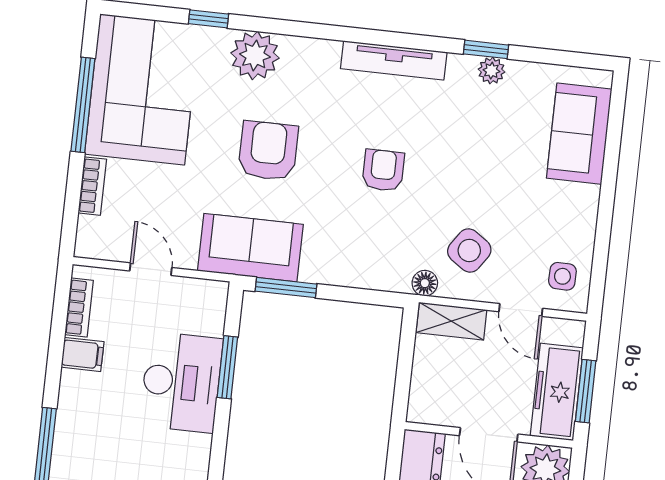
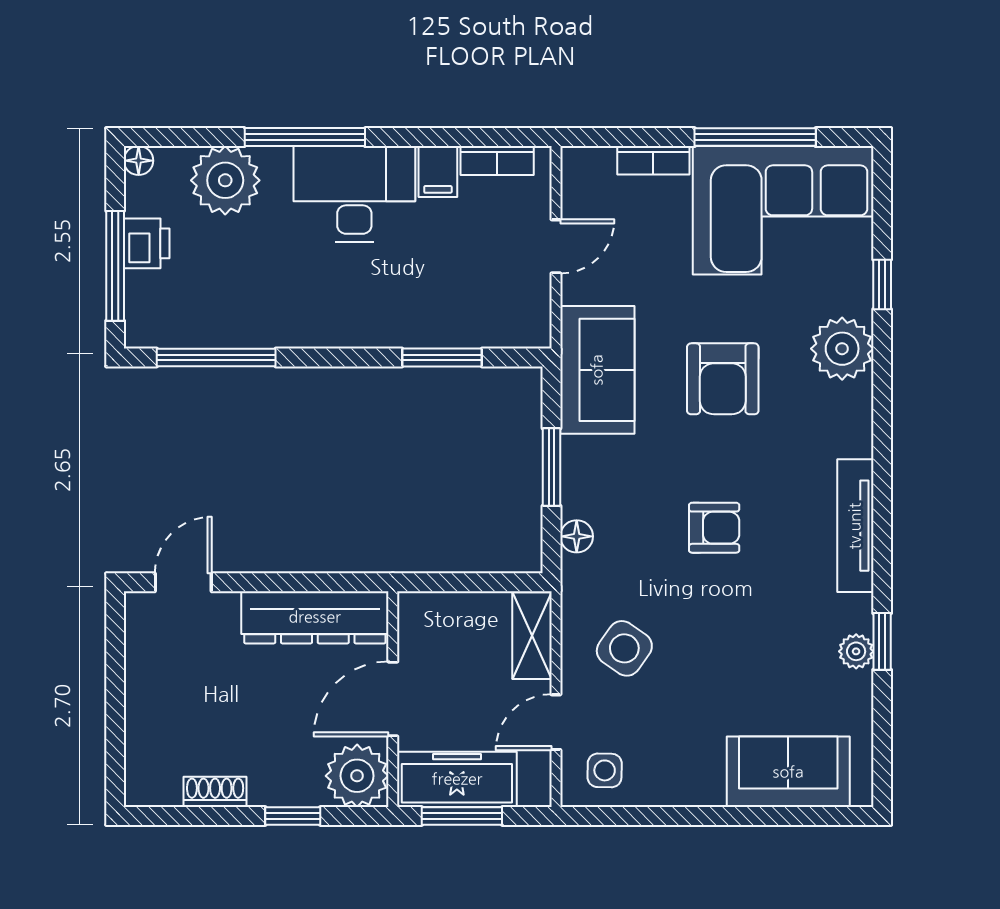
armchair: (268, 151) -> (723, 379), turned 90
floor lamp: (425, 283) -> (577, 536), moved
window: (286, 288) -> (552, 467), moved
desk: (181, 382) -> (354, 194), moved, turned 180

